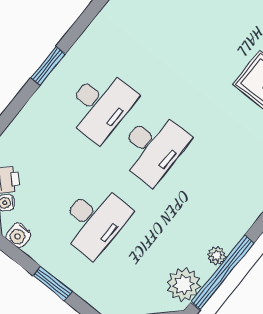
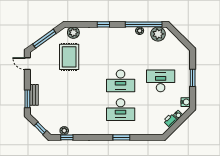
desk: (100, 105) -> (121, 110), turned 180
desk: (153, 147) -> (121, 81), turned 180

